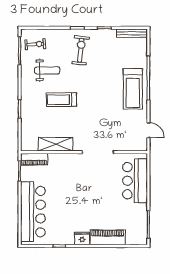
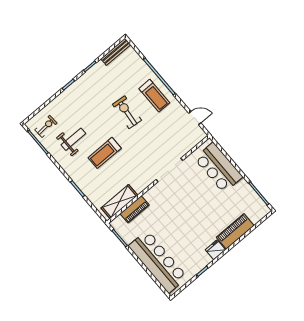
exercise bike: (81, 50) -> (127, 112), moved
treadmill: (133, 89) -> (154, 96), width x0.73, depth x0.73
shelving: (56, 144) -> (119, 202), moved
piano: (34, 159) -> (135, 209), moved

